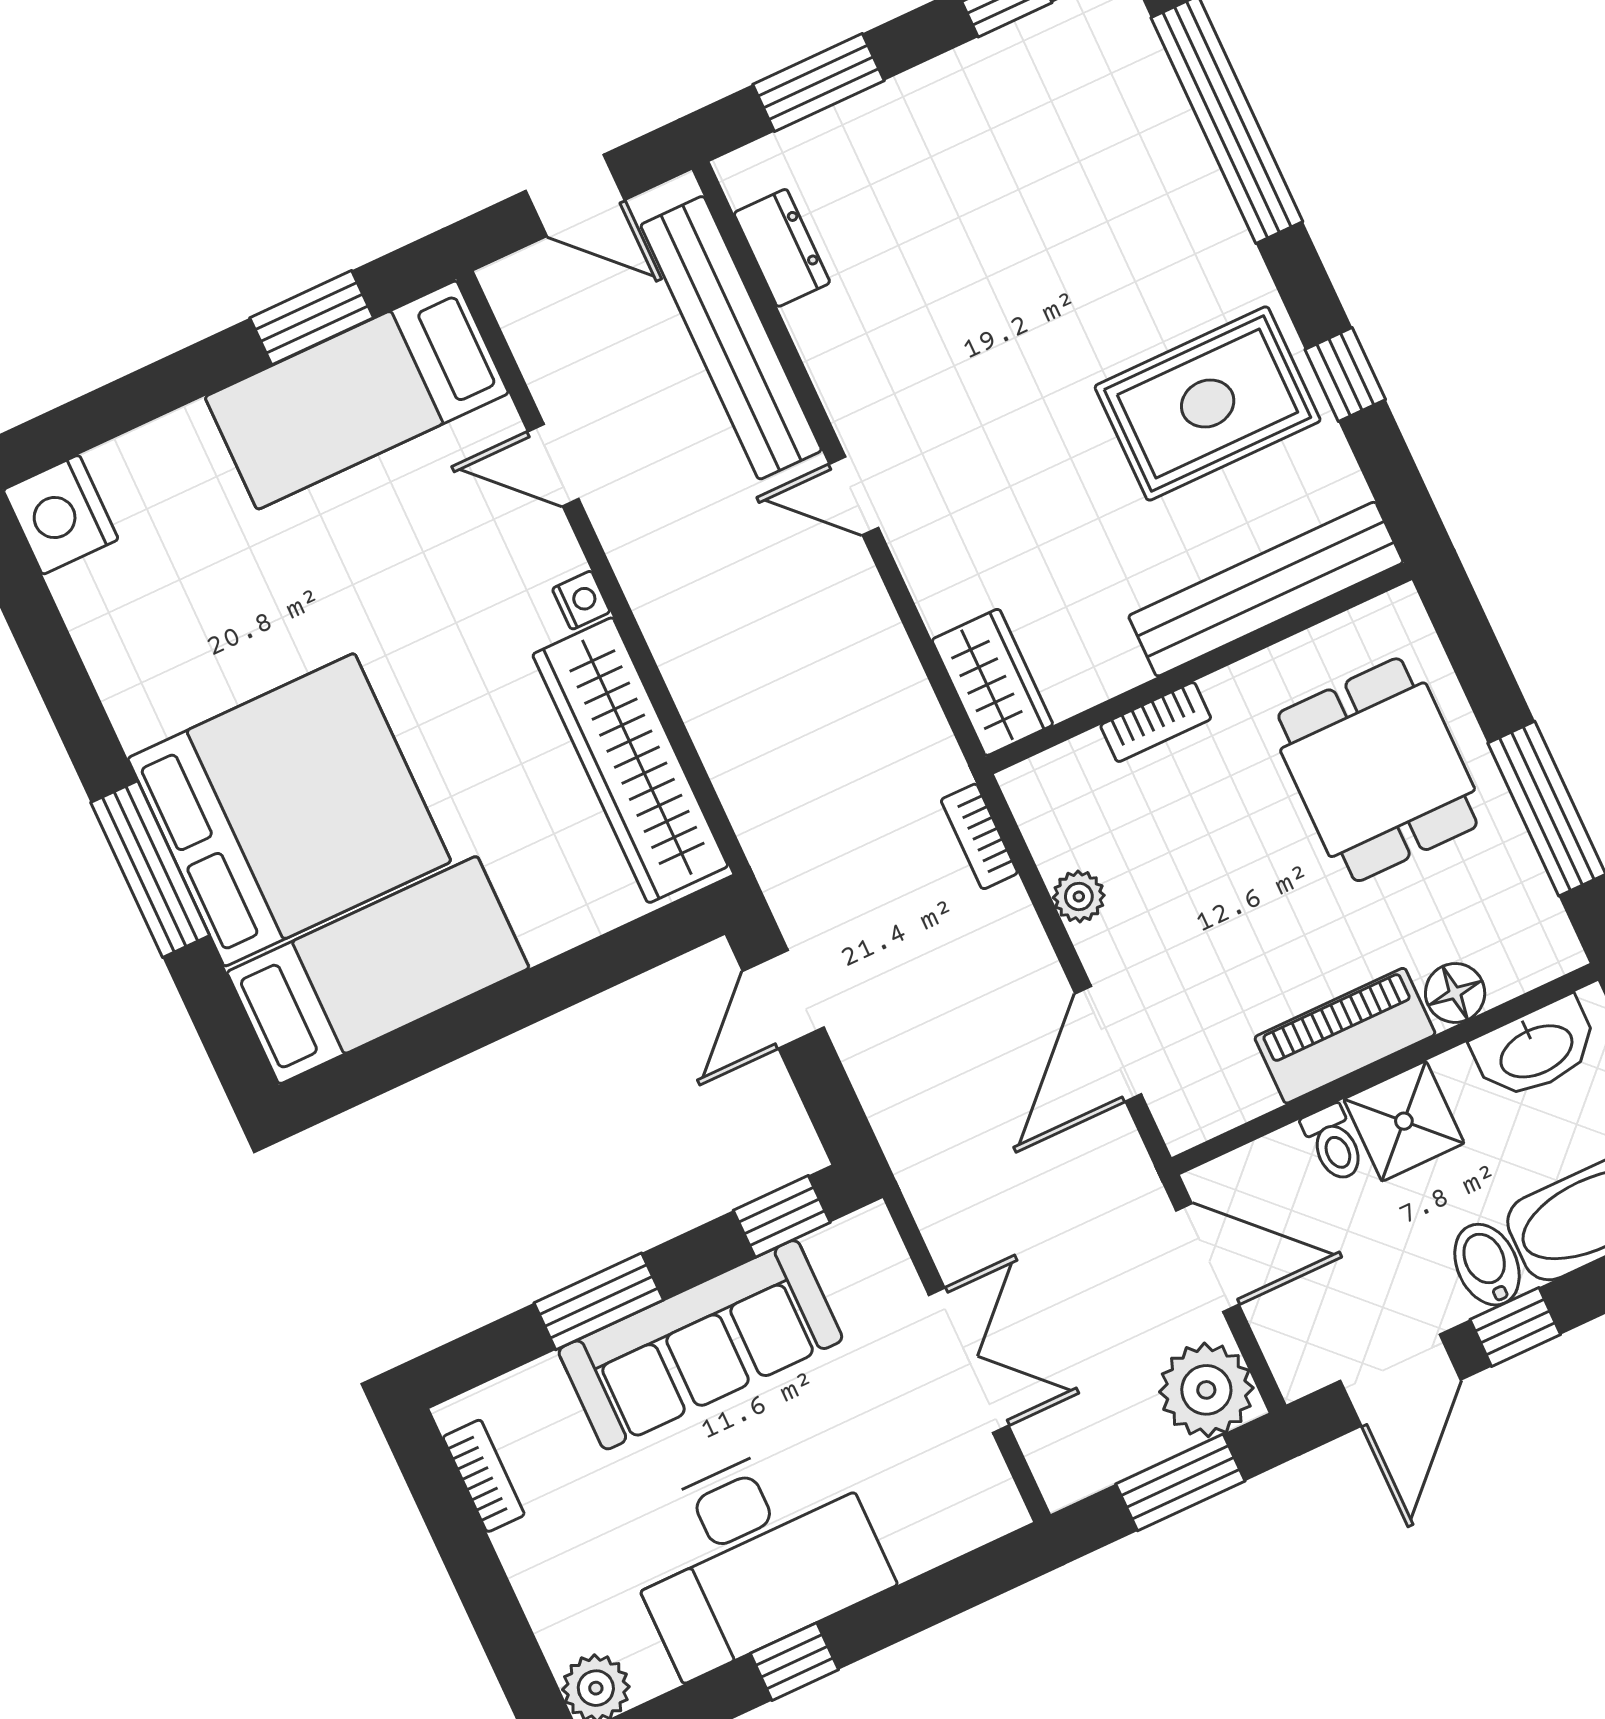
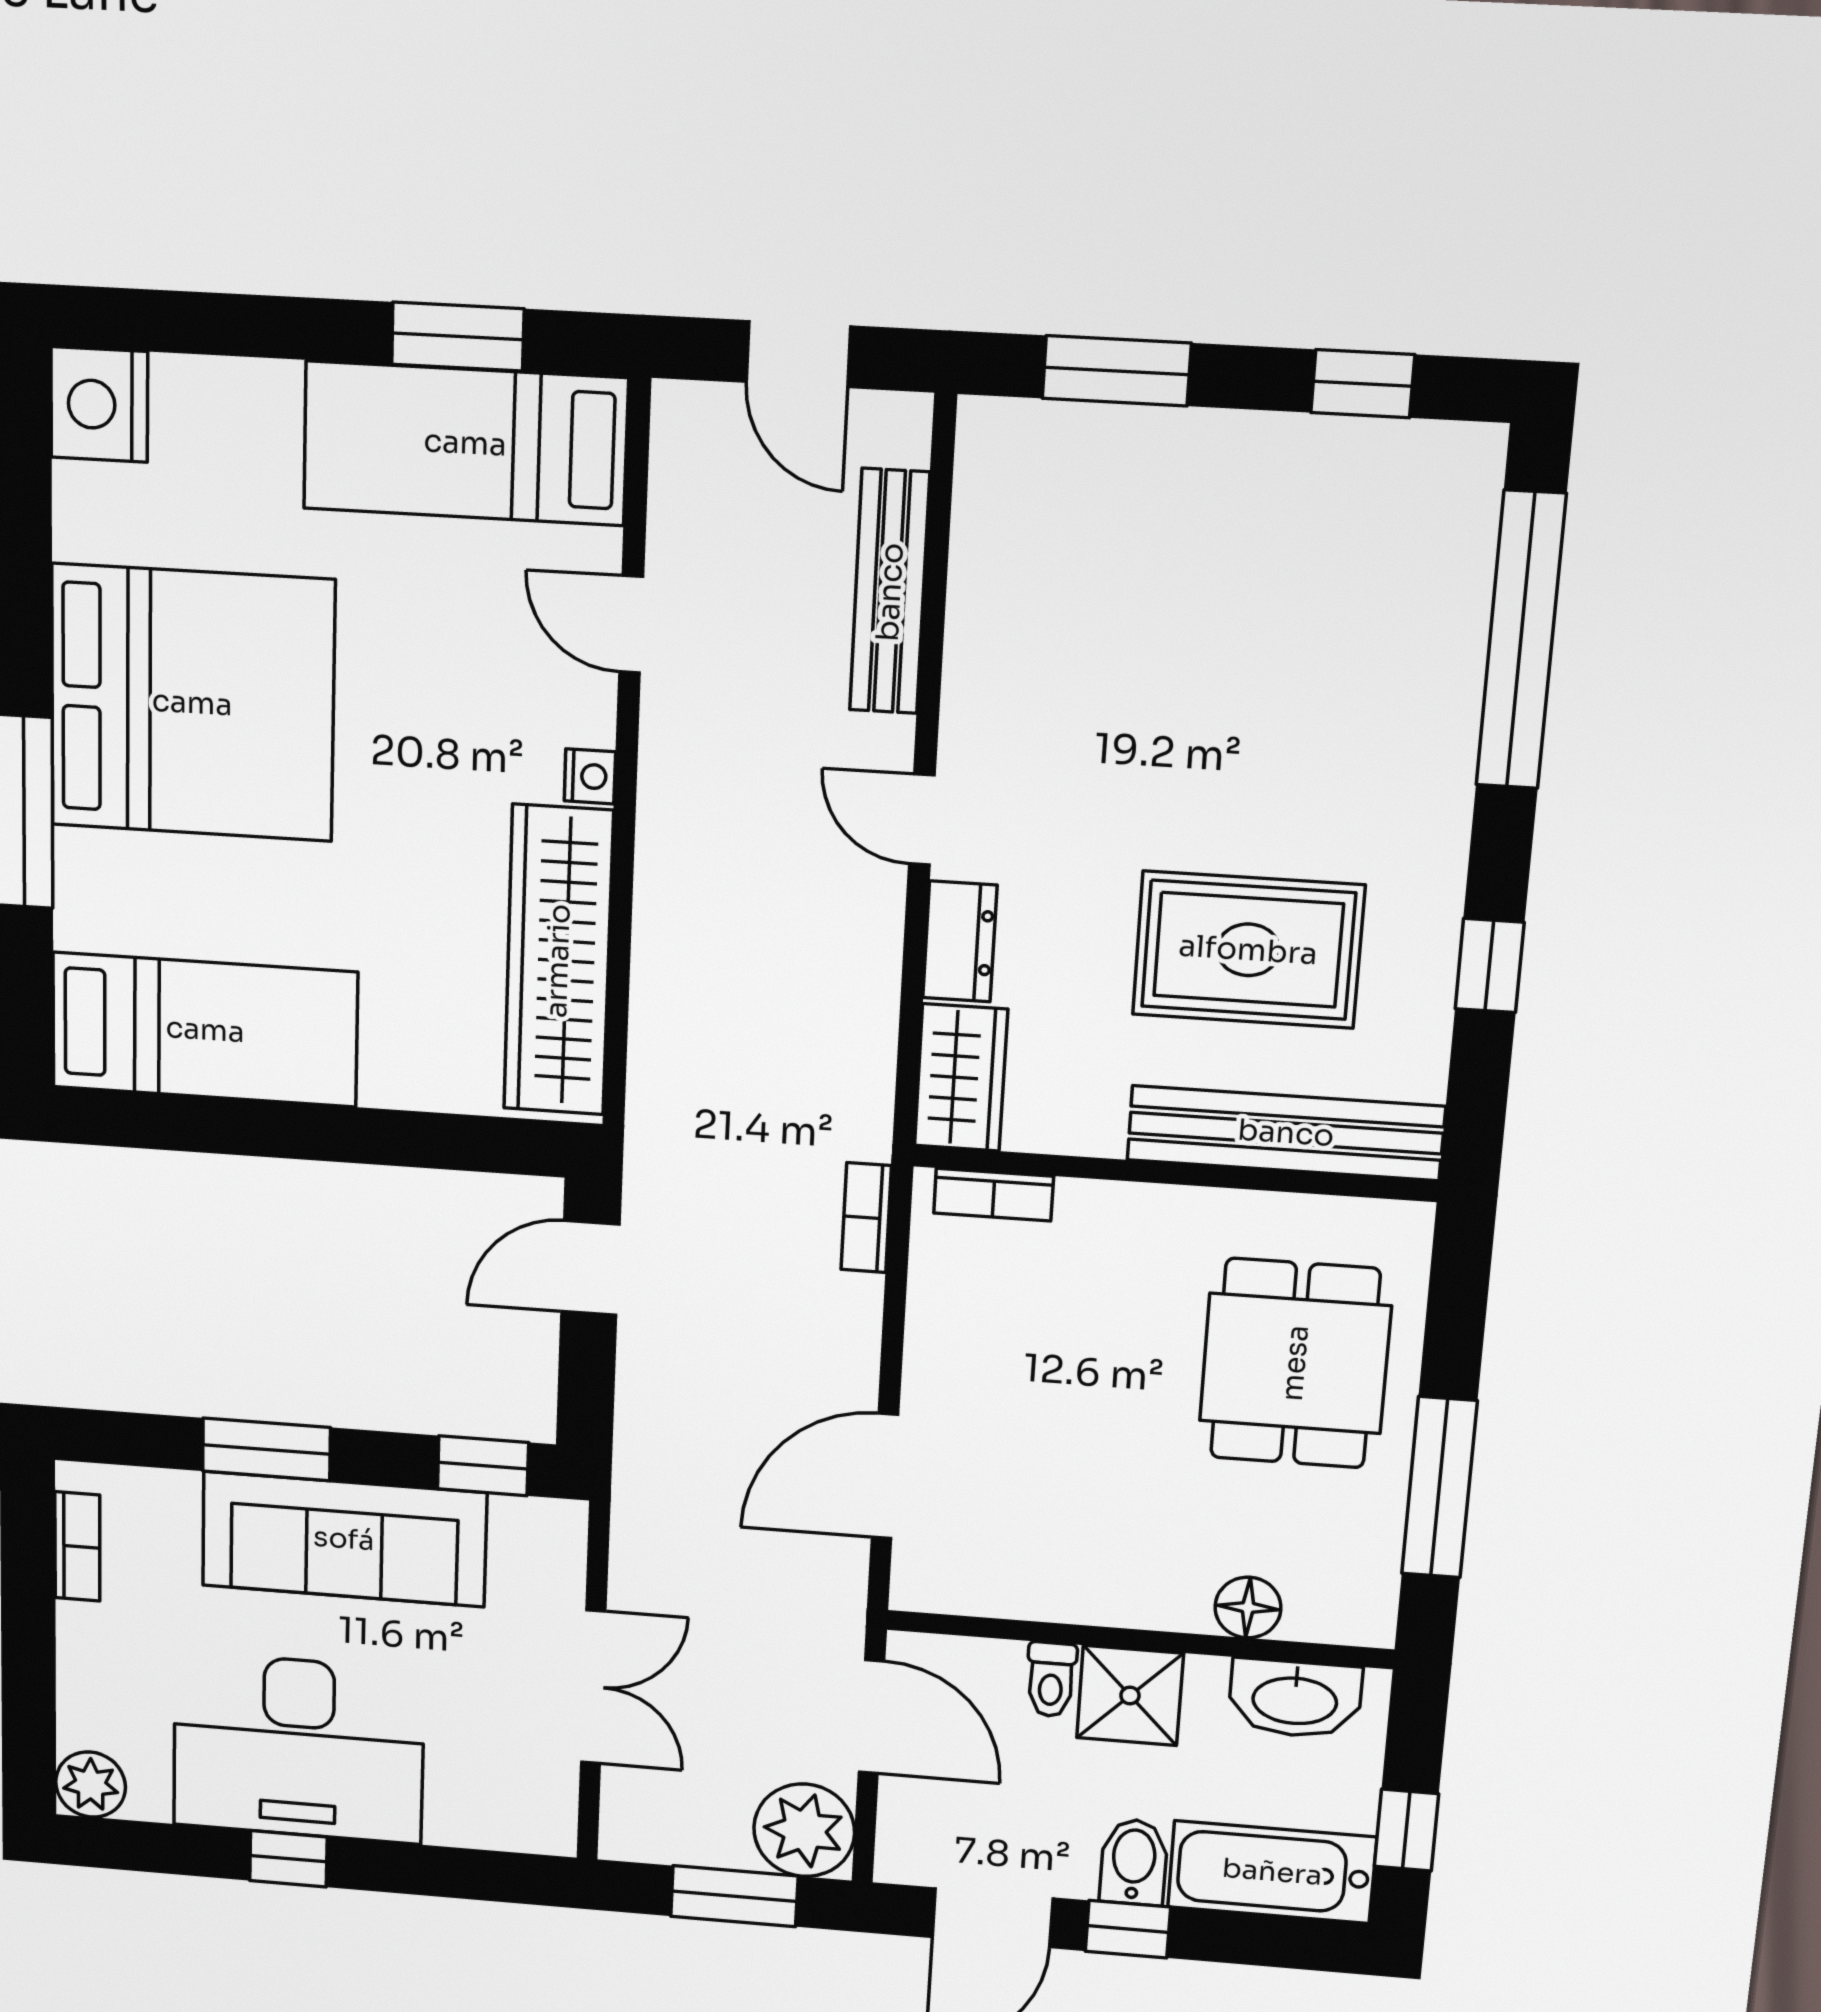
dresser: (782, 248) -> (960, 942), moved
bench: (731, 338) -> (890, 592), width x0.73, depth x0.82
rug: (1208, 404) -> (1248, 950), moved
bookcase: (1156, 722) -> (994, 1195), moved
bed: (289, 810) -> (192, 703), moved
plant: (1079, 896) -> (933, 1326), removed
piano: (1345, 1036) -> (1119, 1590), removed

